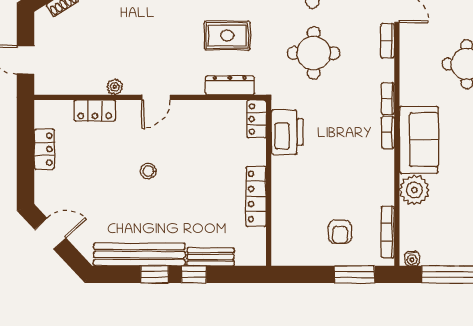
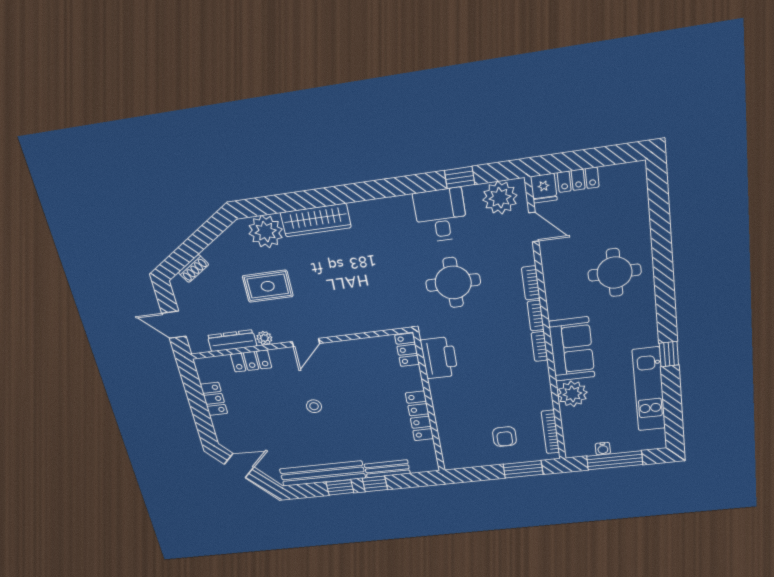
rug: (227, 35) -> (268, 286), moved
bookcase: (387, 41) -> (531, 283), moved
dresser: (230, 85) -> (232, 341), moved
water cooler: (412, 259) -> (603, 449), moved

